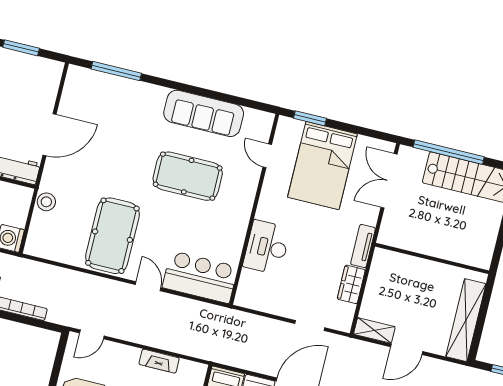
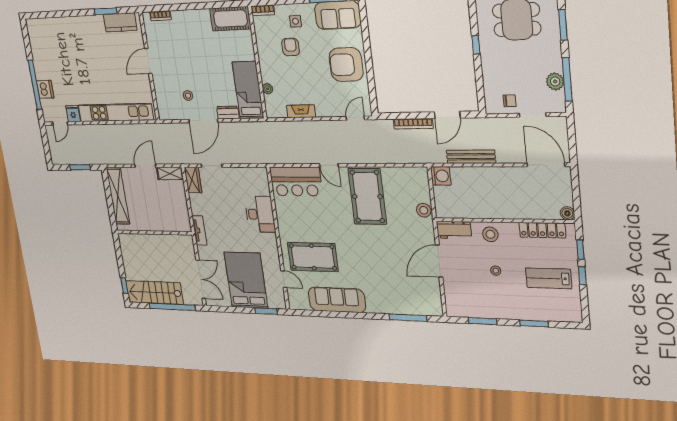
pool table: (188, 176) -> (313, 257), moved
wardrobe: (351, 284) -> (193, 180), moved

